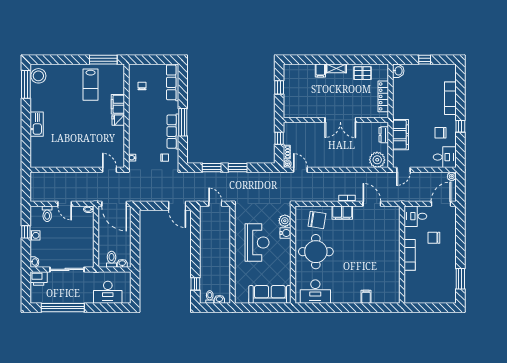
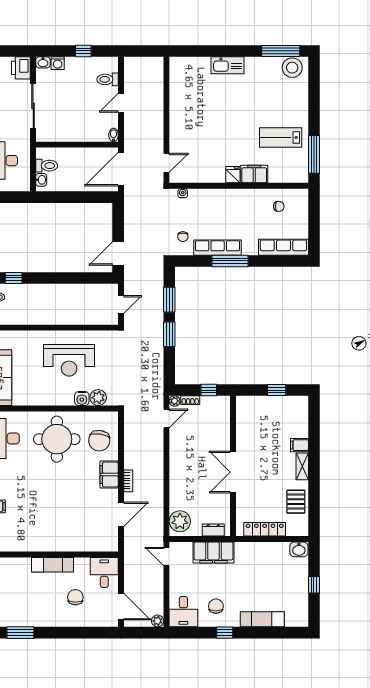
washing machine: (35, 235) -> (58, 63), moved

